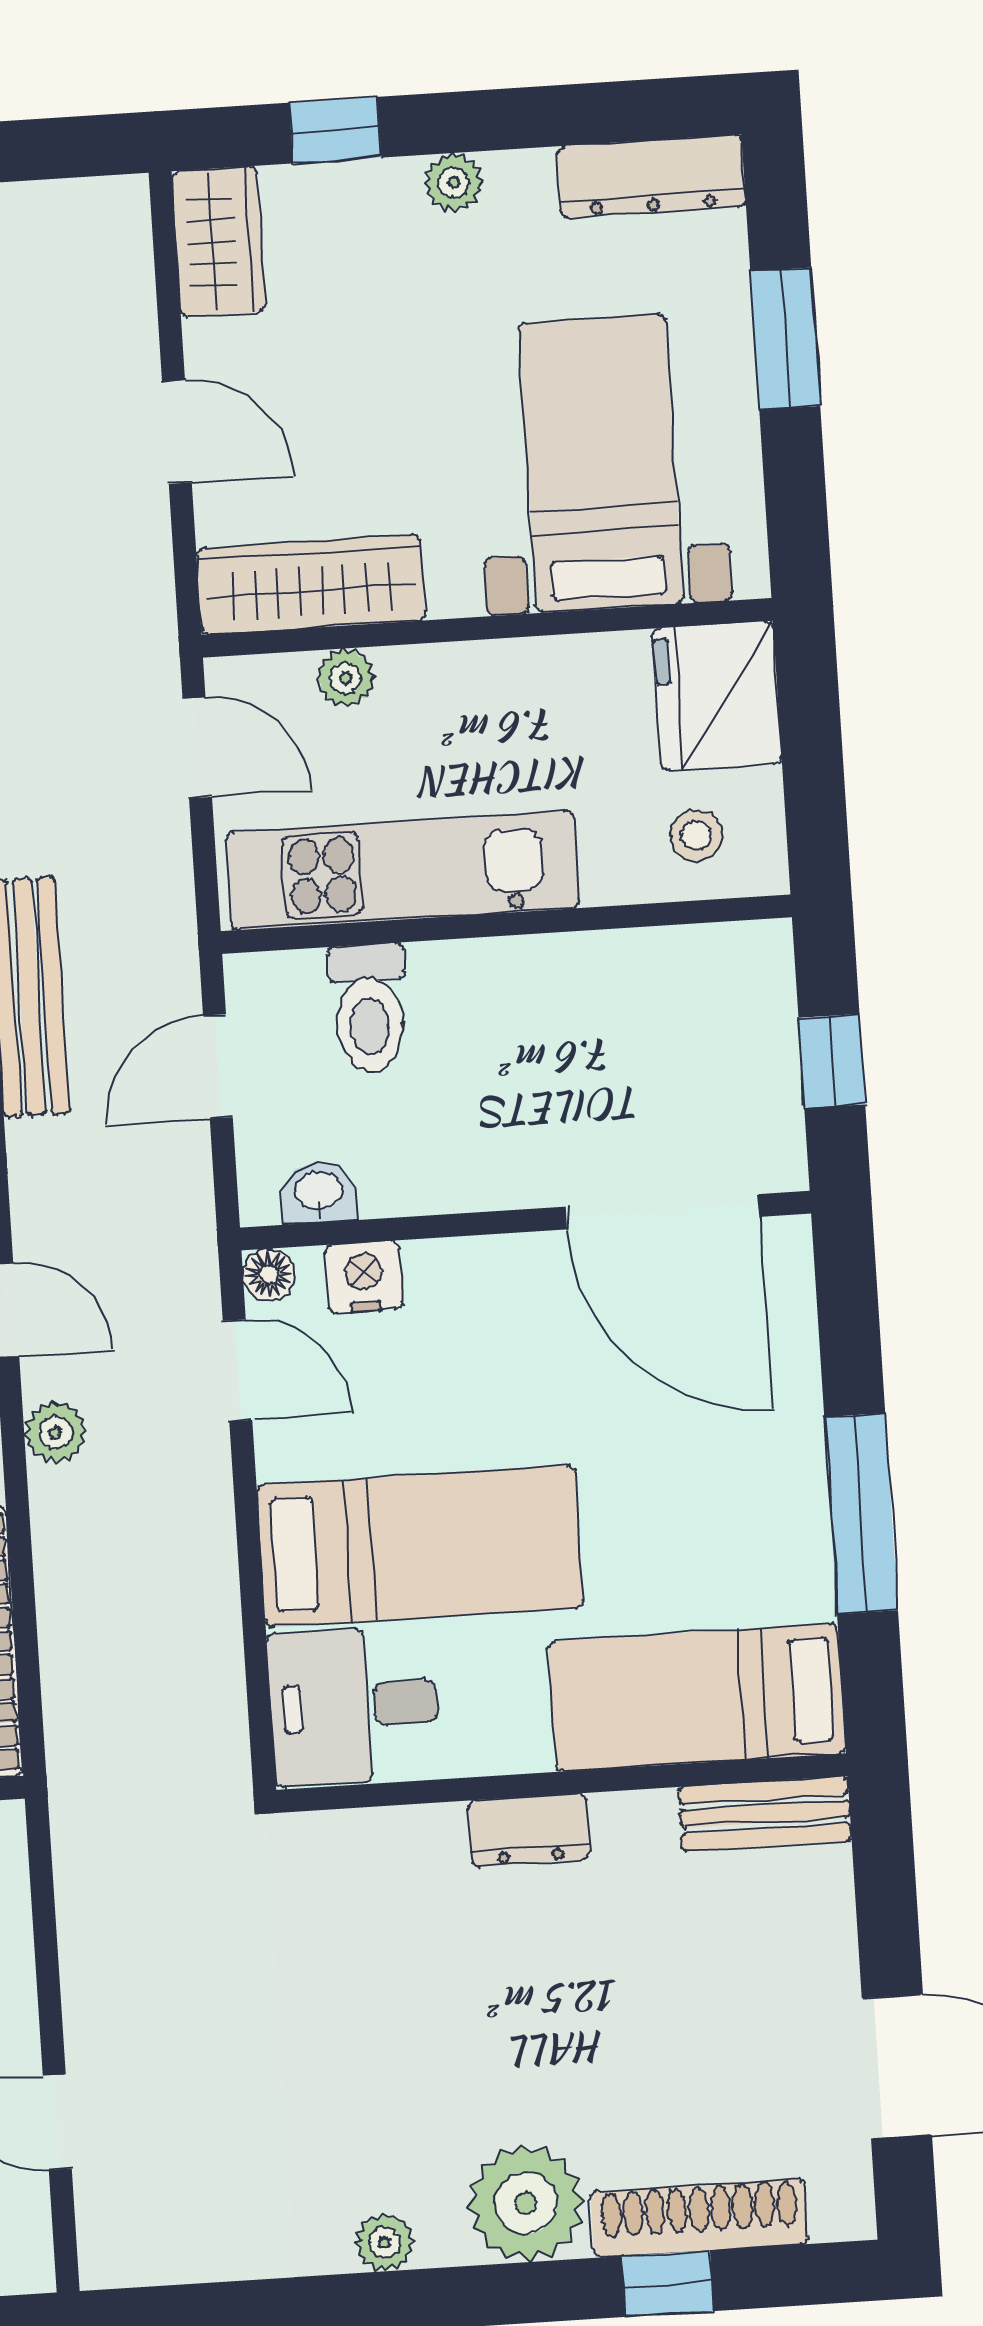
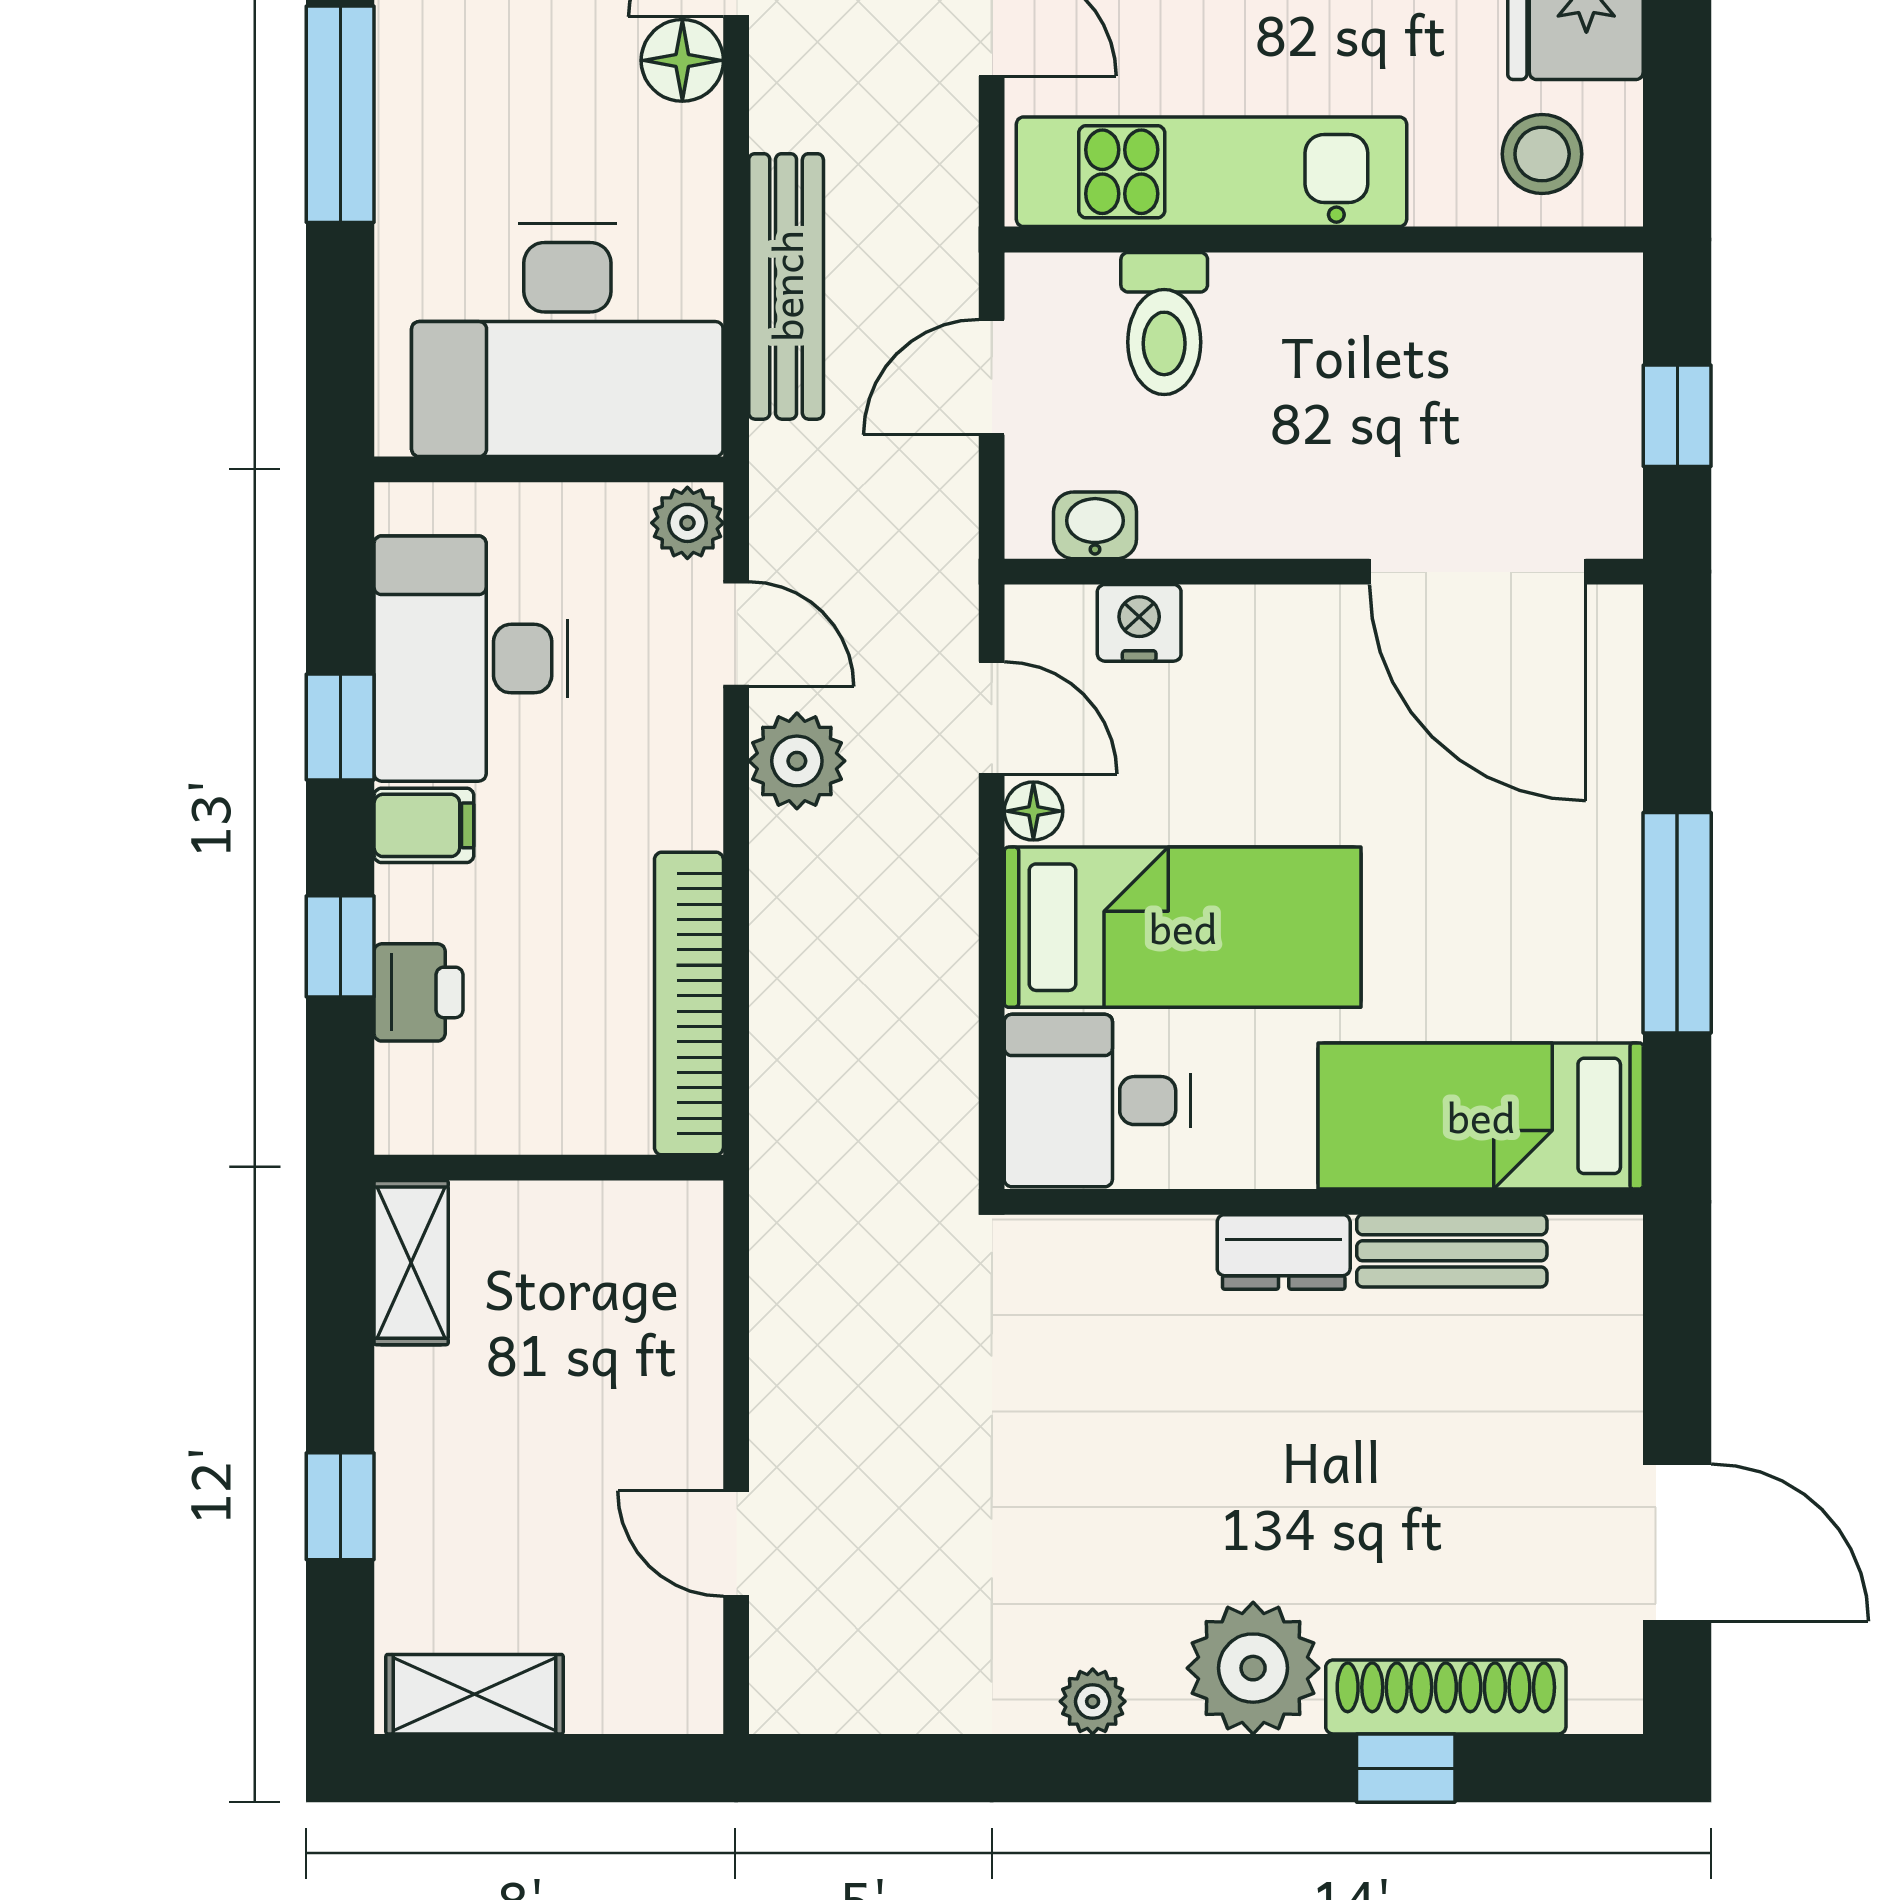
stool: (696, 835) -> (1542, 154), width x1.37, depth x1.37
floor lamp: (269, 1275) -> (1033, 811), moved
plant: (55, 1432) -> (797, 761), width x1.38, depth x1.38
bench: (765, 1814) -> (1452, 1251), moved

